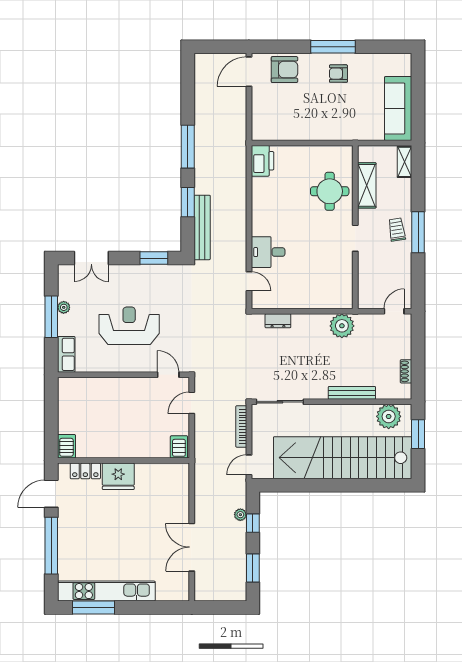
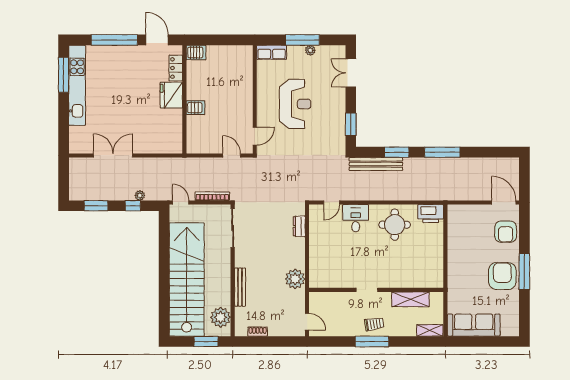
armchair: (338, 74) -> (502, 276), width x1.88, depth x1.88
round table: (330, 191) -> (395, 225), moved
server rack: (179, 447) -> (196, 108), moved

